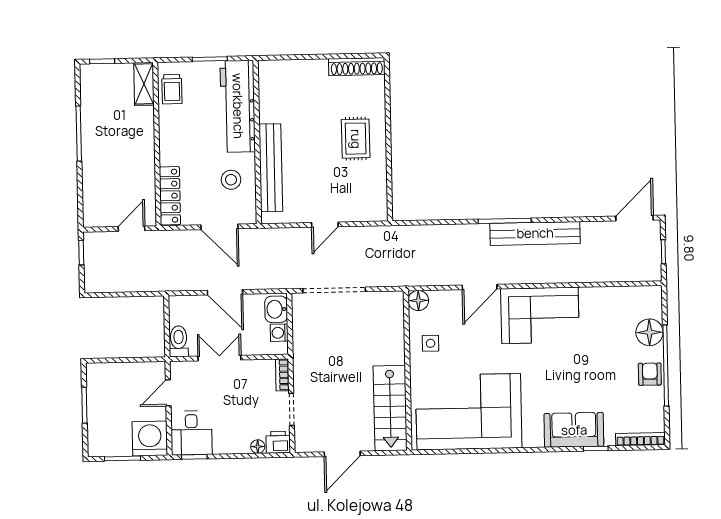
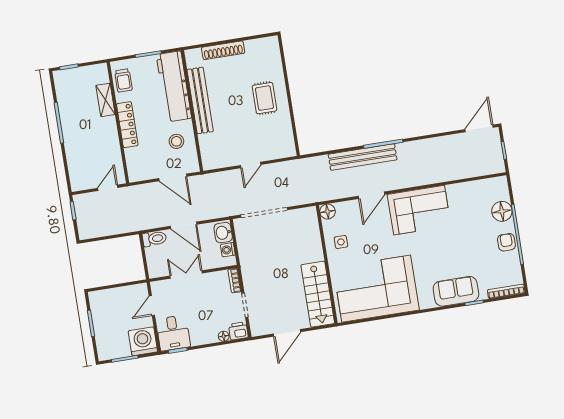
shoe rack: (357, 67) -> (223, 50), moved
shelving: (144, 84) -> (105, 100), moved
bench: (271, 168) -> (200, 101), moved
locker: (170, 196) -> (127, 125), moved
bench: (535, 233) -> (363, 157), moved
toilet: (179, 341) -> (154, 239), moved, turned 90

